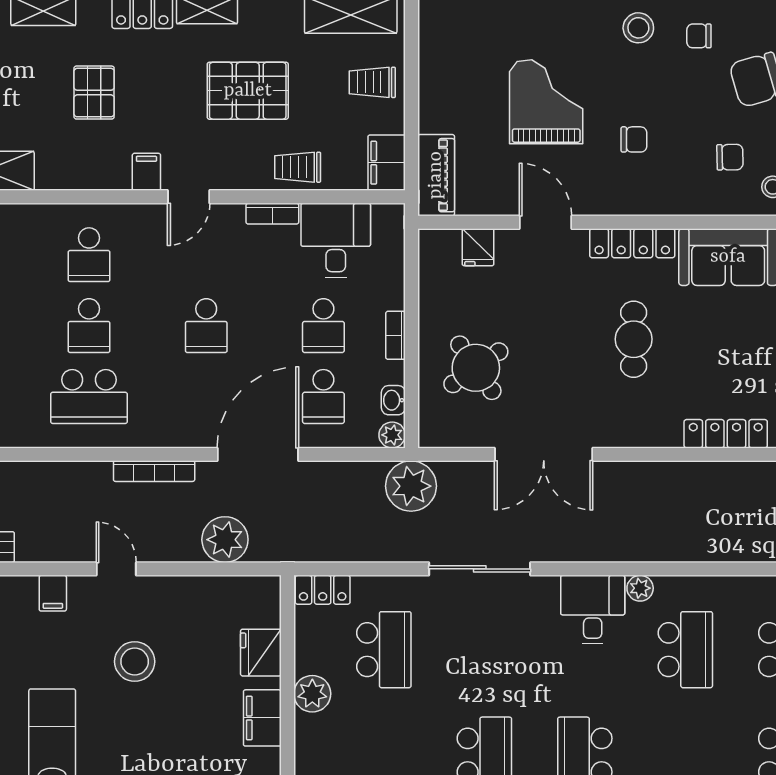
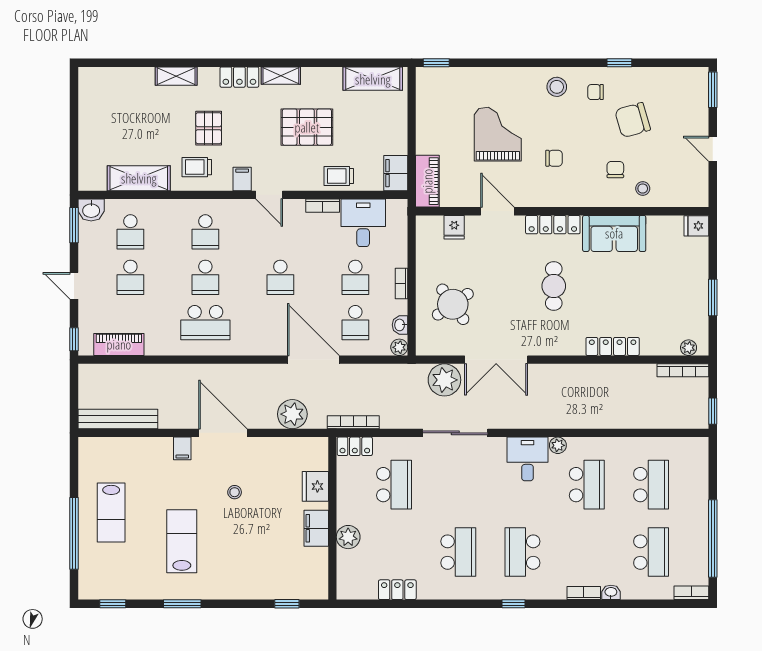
trolley: (372, 82) -> (197, 167), moved
chair: (730, 157) -> (615, 170), turned -89
door: (189, 197) -> (269, 195), hinge flipped
door: (258, 454) -> (313, 360), hinge flipped
bookcase: (154, 471) -> (353, 422), moved, turned 180
plant: (411, 486) -> (444, 380), moved
door: (116, 569) -> (223, 433), width x1.88
stool: (135, 662) -> (235, 492), width x0.53, depth x0.53
plant: (312, 694) -> (348, 537), moved

